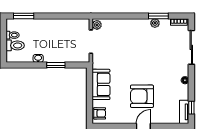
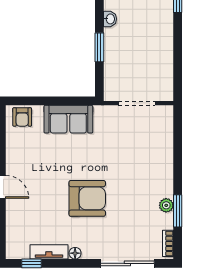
plant: (97, 25) -> (163, 112), removed
armchair: (142, 96) -> (87, 198), moved, turned 90
tv unit: (184, 112) -> (49, 252), moved

